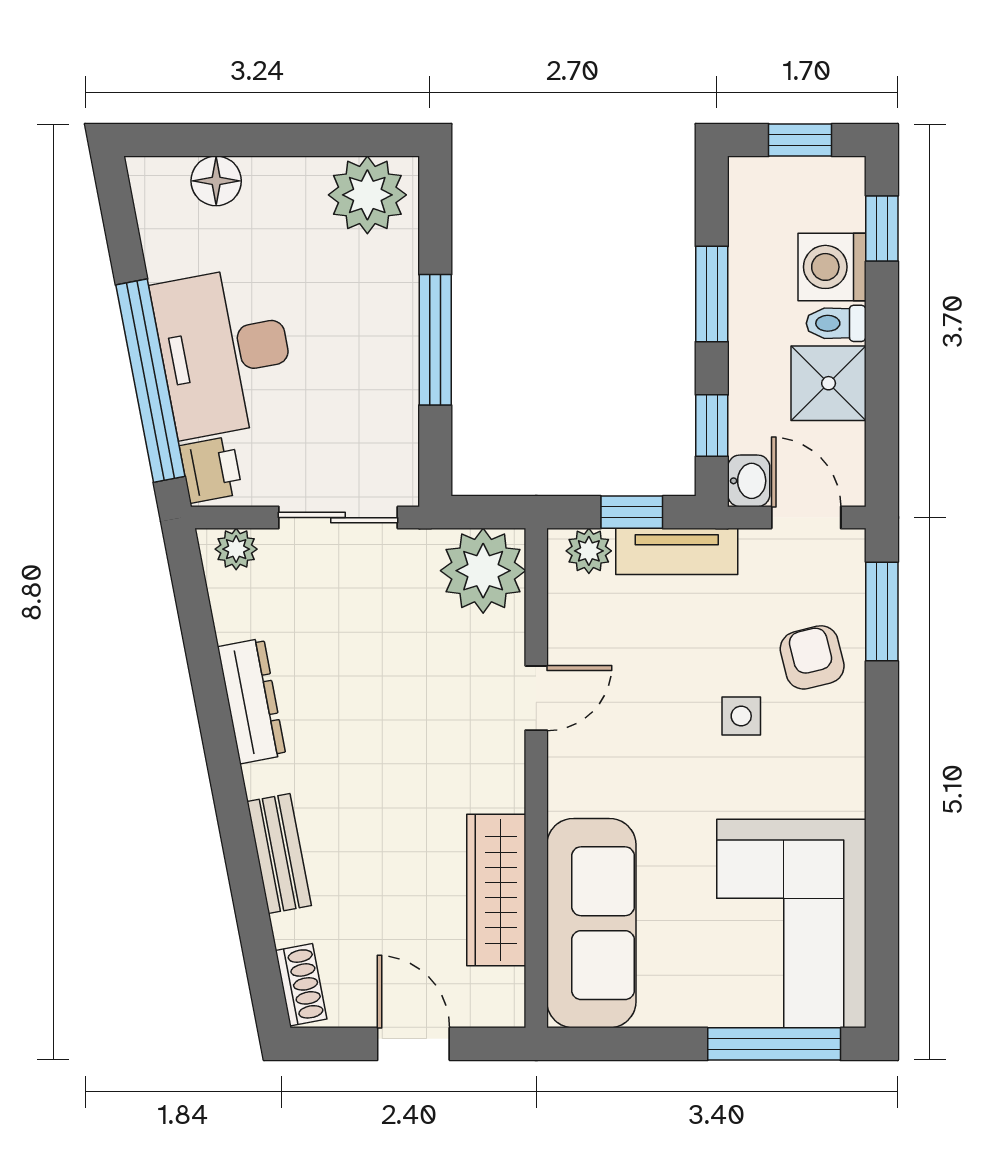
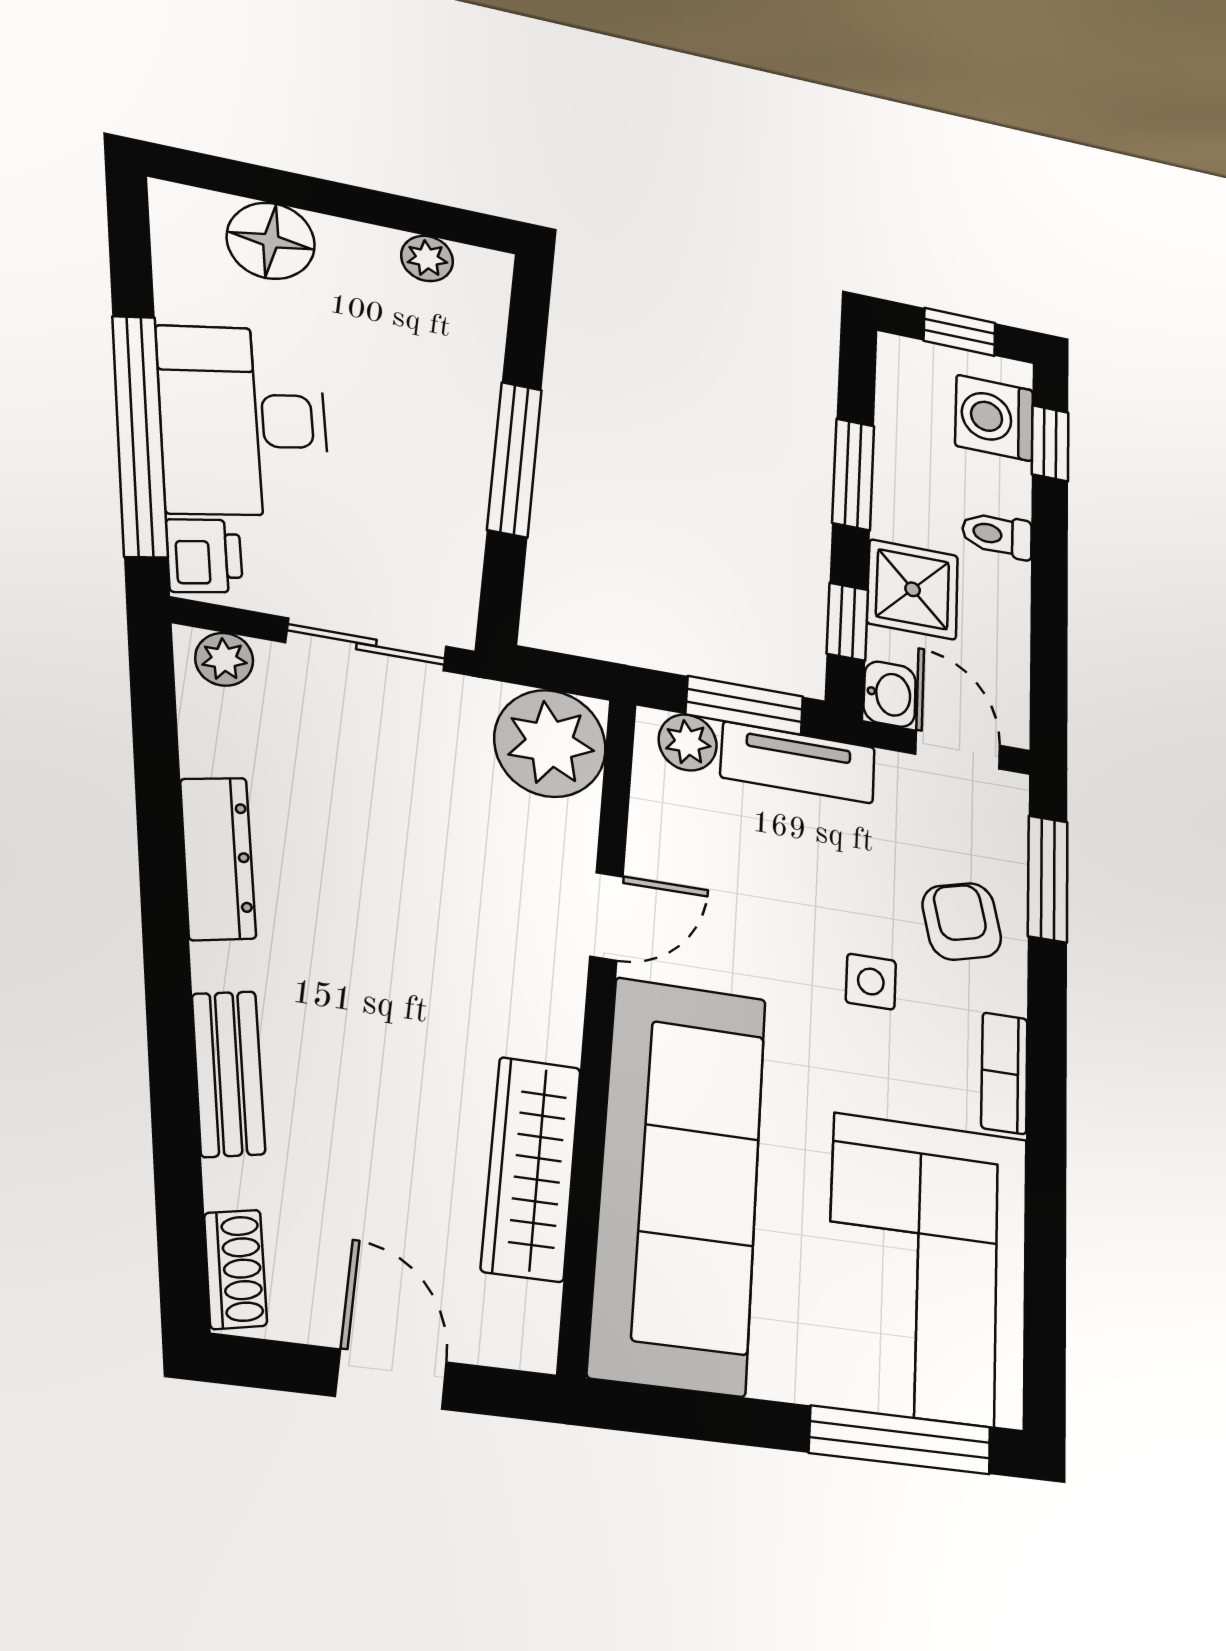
floor lamp: (216, 181) -> (271, 241), width x1.38, depth x1.38
plant: (367, 195) -> (427, 258), width x0.53, depth x0.53
washing machine: (832, 267) -> (994, 418), moved
shower: (829, 383) -> (913, 589), moved
window: (632, 512) -> (744, 705), width x1.50
bookcase: (848, 770) -> (1004, 1073), added
sofa: (591, 923) -> (679, 1182), width x1.36, depth x1.27

